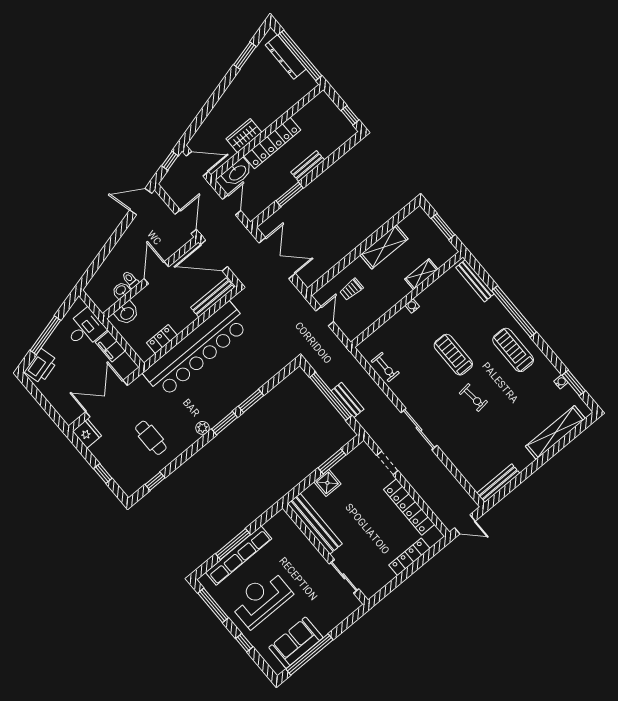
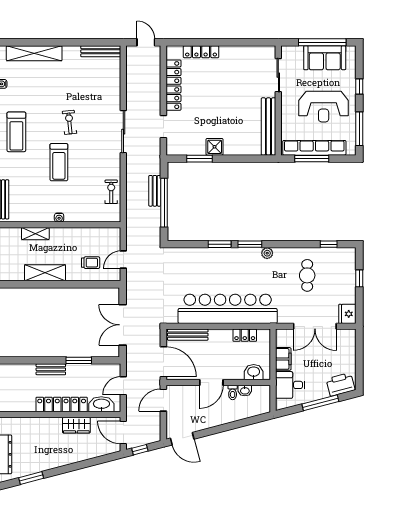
bench: (315, 524) -> (268, 126), moved
wall: (325, 554) -> (278, 100), moved
sliding door: (344, 576) -> (278, 75), moved

